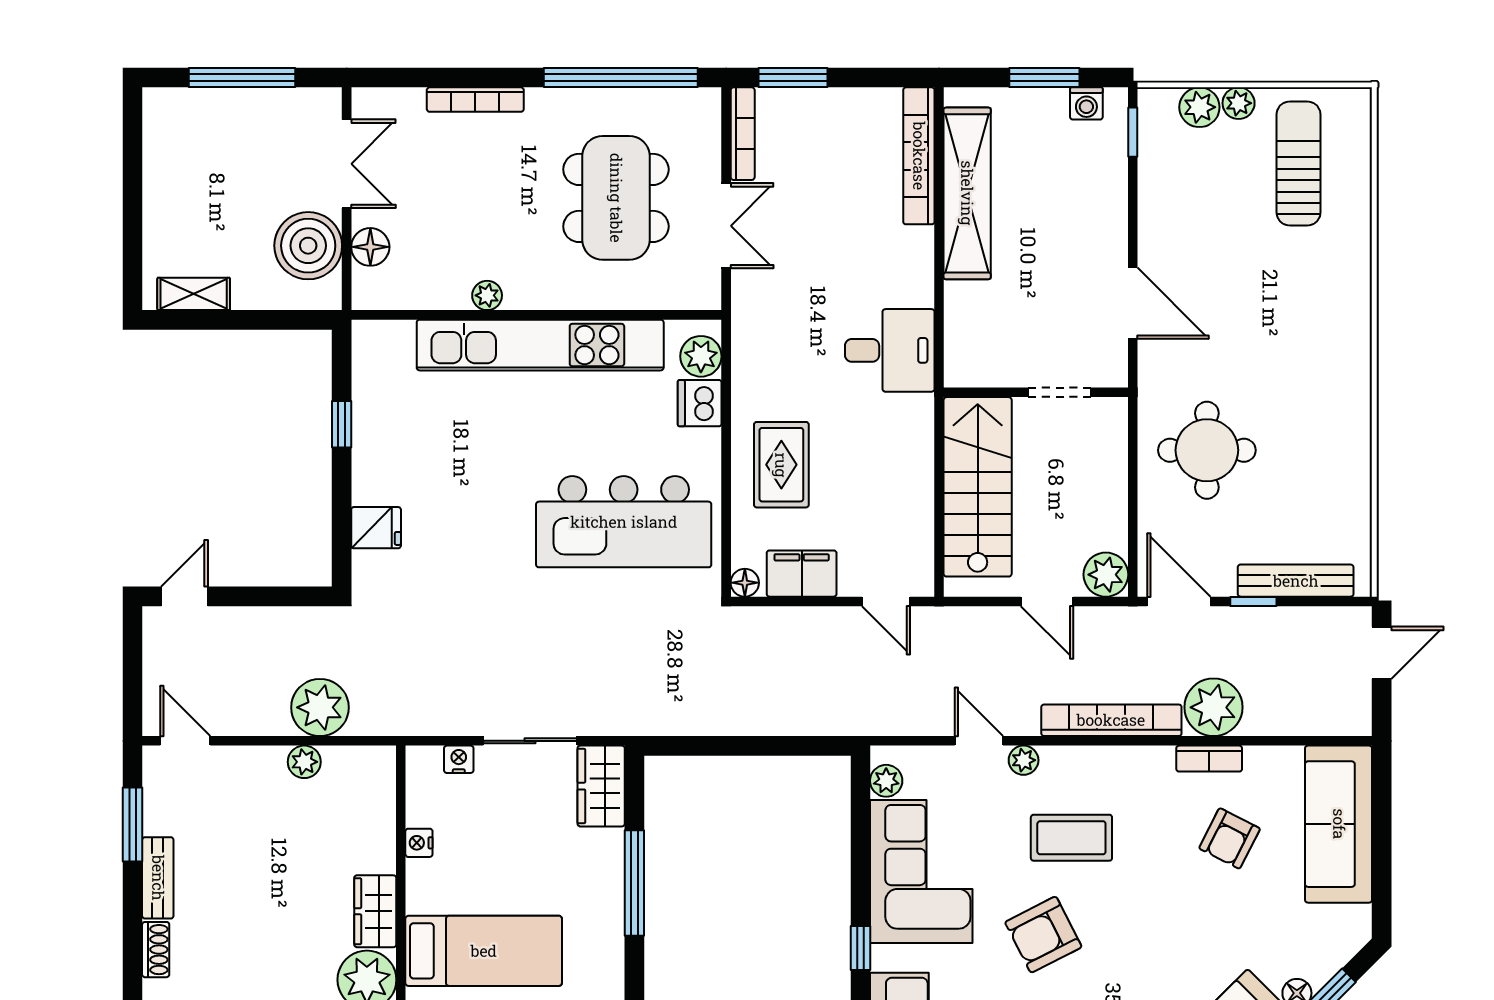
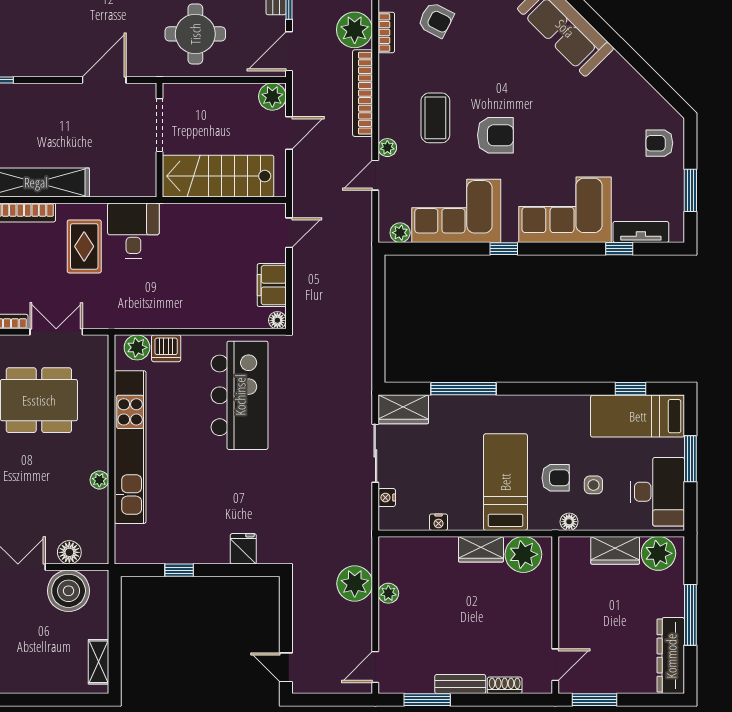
doorway: (1060, 392) -> (159, 125), width x1.38
rug: (781, 465) -> (84, 246), moved, turned 90
armchair: (1043, 935) -> (495, 135), turned -63

